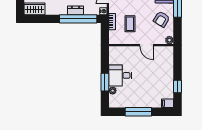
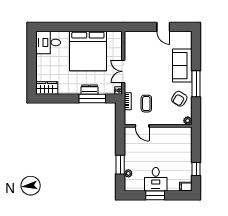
window: (78, 19) -> (92, 98), width x0.68
door: (147, 45) -> (142, 126), moved
desk: (120, 75) -> (156, 179), moved, turned -90
window: (138, 112) -> (155, 195), width x0.69

